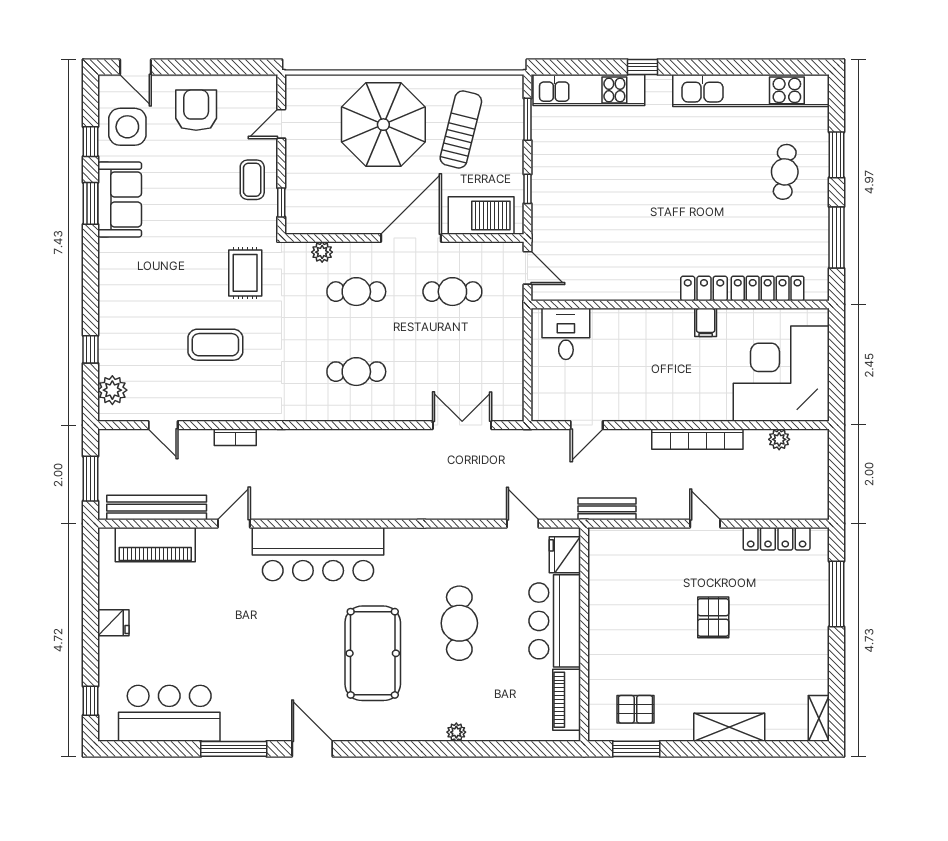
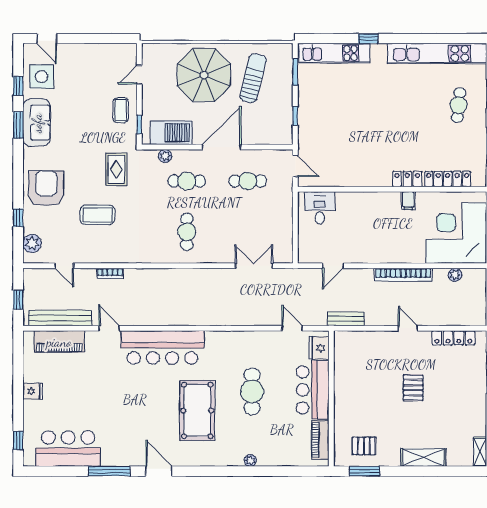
armchair: (196, 110) -> (46, 188), moved, width x1.36, depth x1.36
barbecue: (481, 215) -> (171, 133), moved
cafe table: (356, 372) -> (187, 232), turned 90
window: (90, 479) -> (18, 300), width x0.67
door: (234, 524) -> (109, 328), hinge flipped

